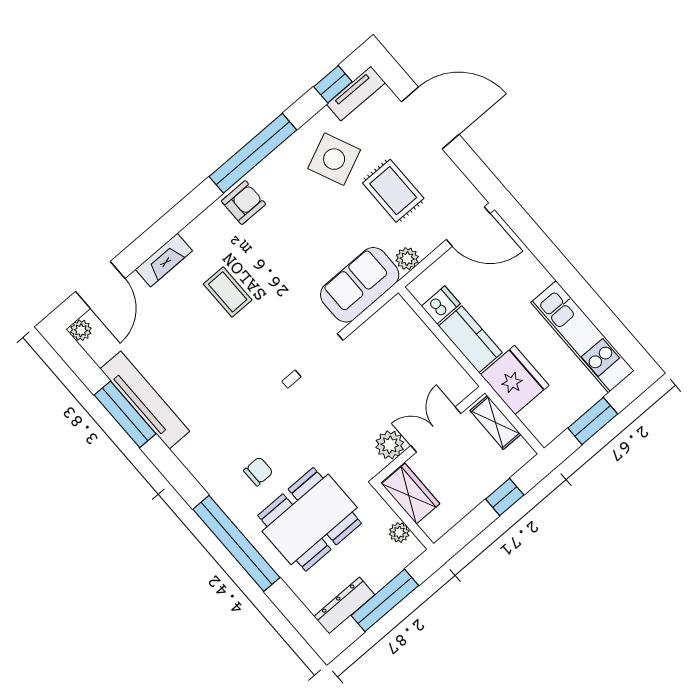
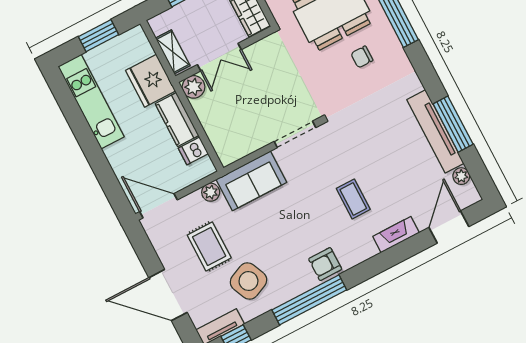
plant: (81, 330) -> (461, 176), moved
plant: (390, 445) -> (194, 87), moved

